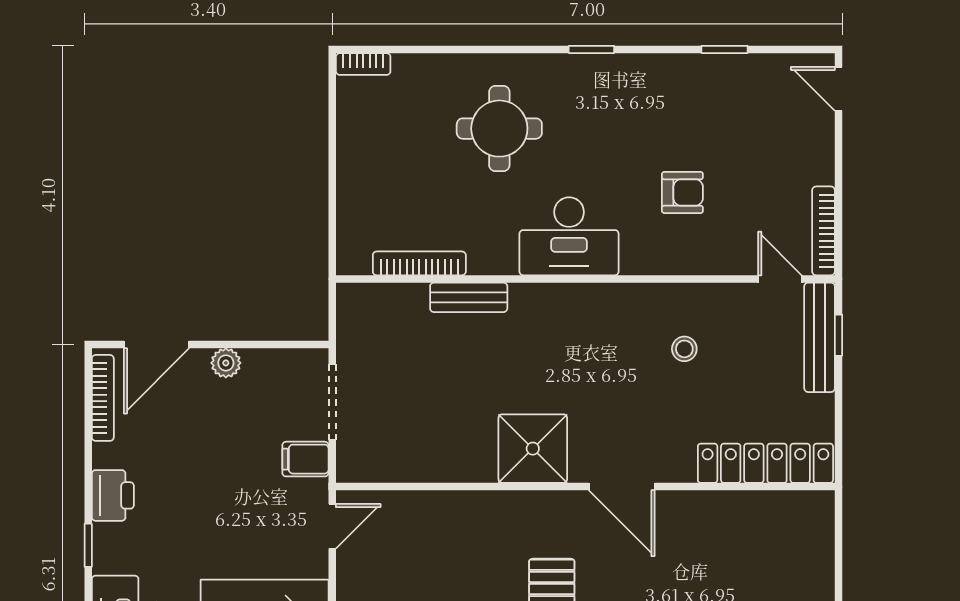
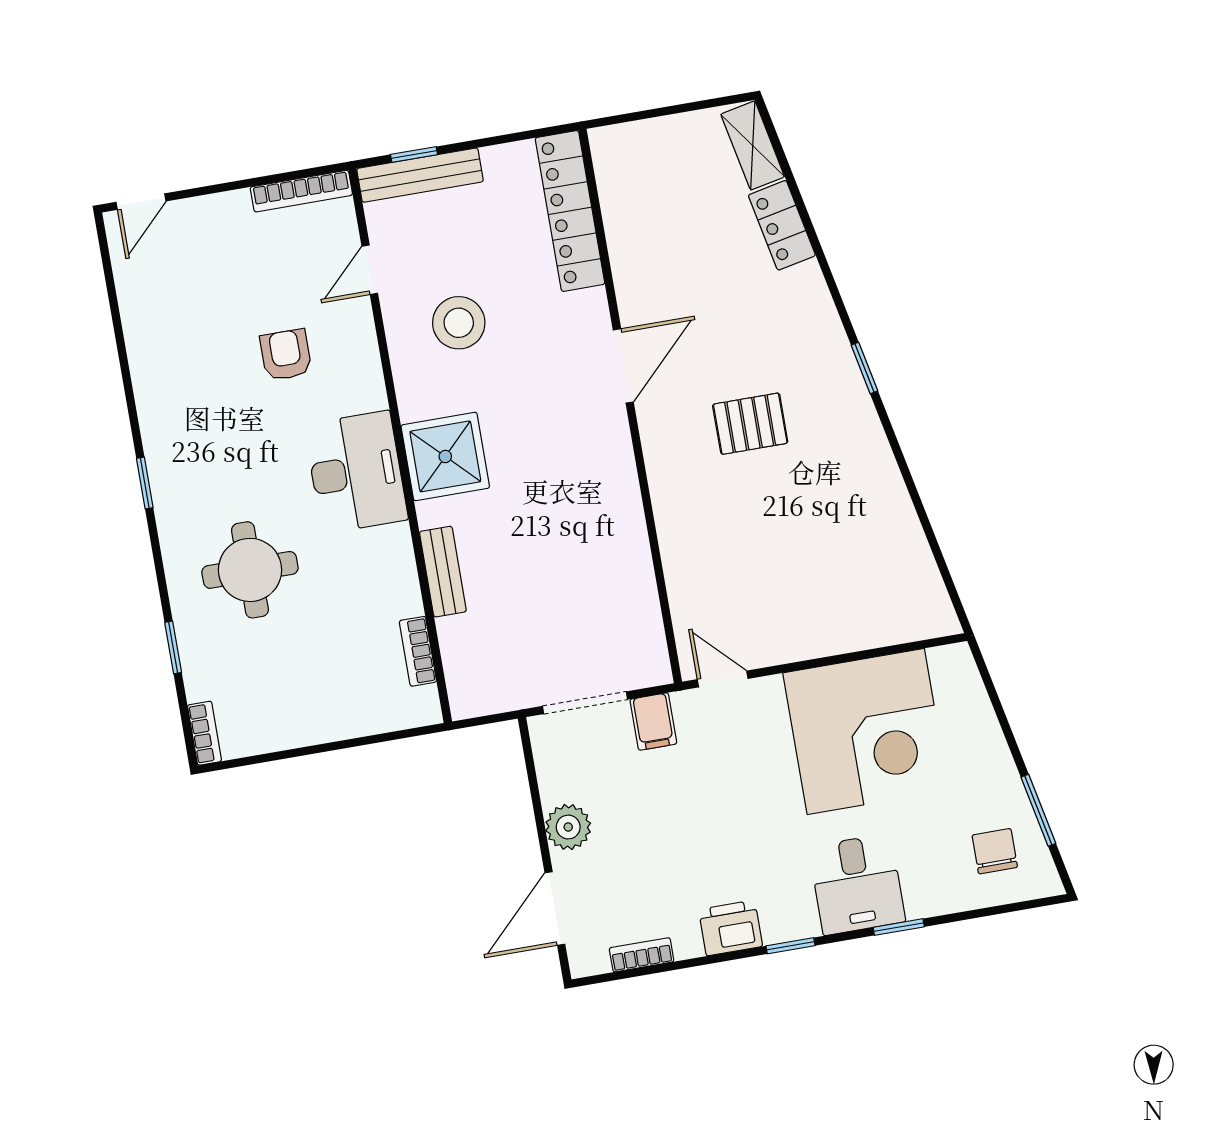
window: (724, 49) -> (173, 647), moved
bookcase: (419, 263) -> (418, 651), width x0.64
door: (780, 279) -> (370, 270), moved
door: (156, 345) -> (555, 908), swing flipped
stool: (684, 349) -> (459, 323), width x1.89, depth x1.89
plant: (226, 363) -> (568, 827), width x1.38, depth x1.38
bookcase: (103, 398) -> (642, 955), width x0.64
shower: (533, 449) -> (445, 456), moved

